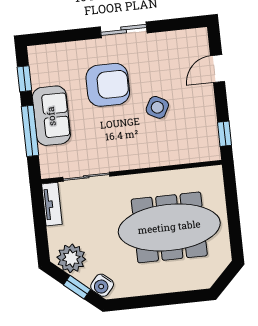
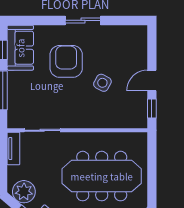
door: (218, 69) -> (152, 80), moved
armchair: (108, 85) -> (66, 61), turned -90
sofa: (51, 116) -> (20, 48), moved

